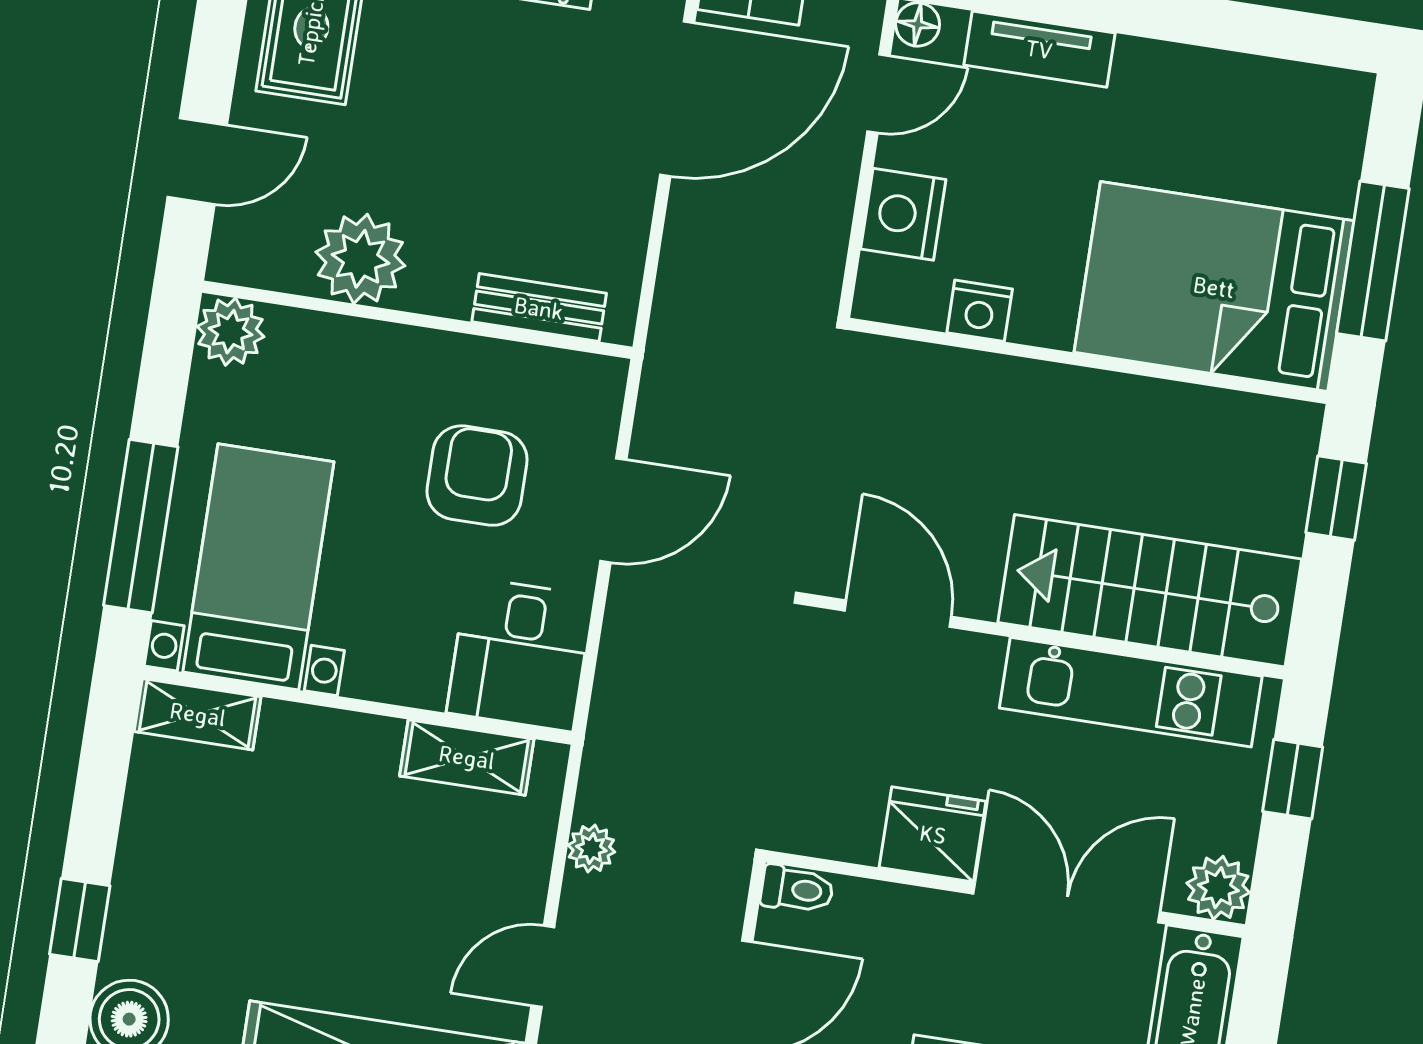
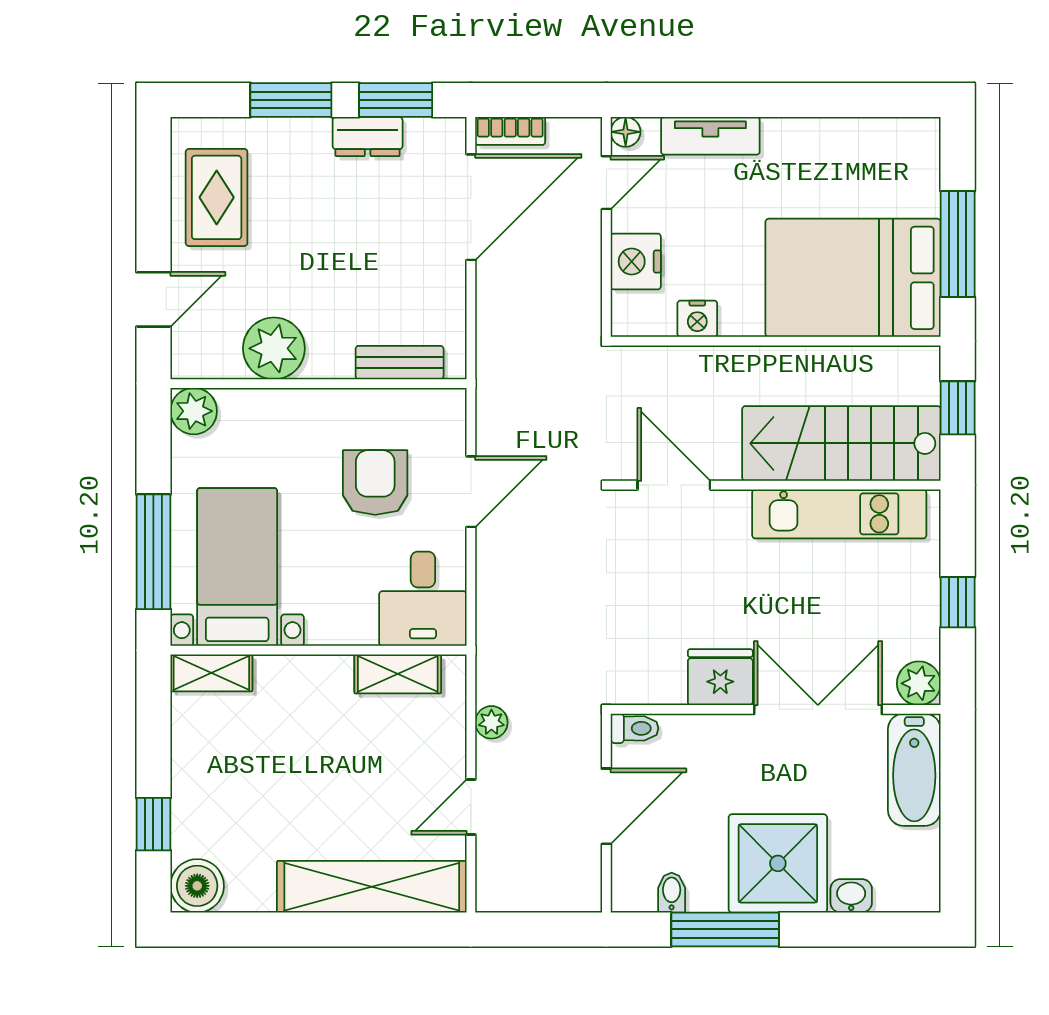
stairs: (1150, 591) -> (841, 443), moved
door: (898, 614) -> (674, 485), moved
wall: (1045, 636) -> (776, 485), moved
kitchen unit: (1131, 692) -> (839, 514), moved

